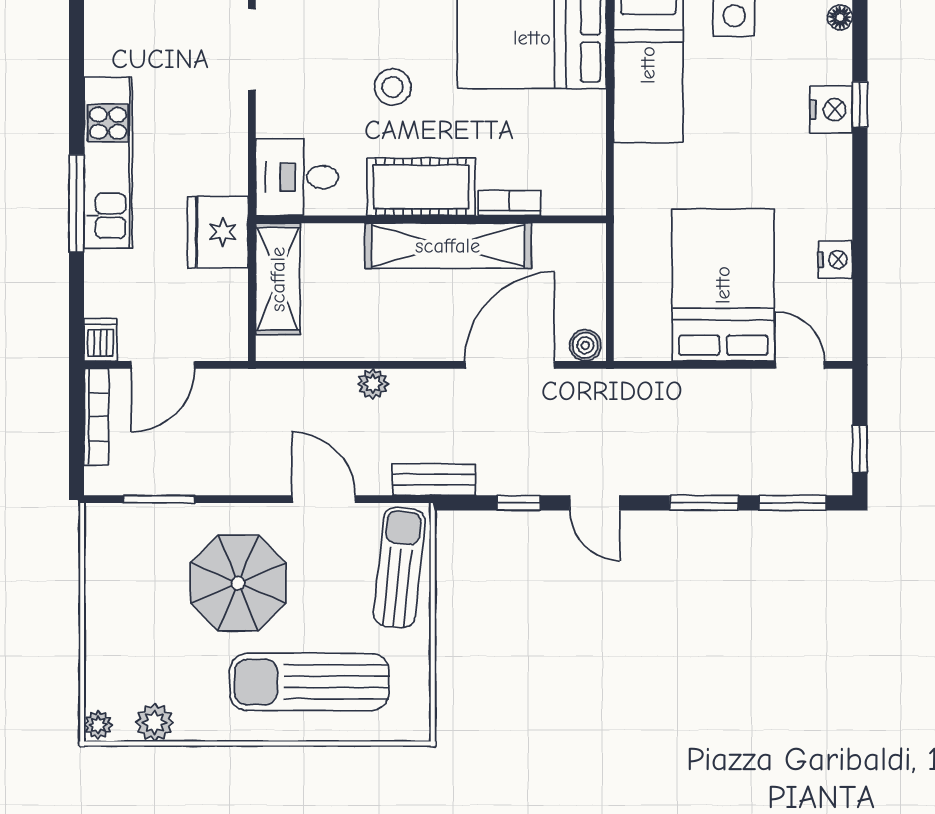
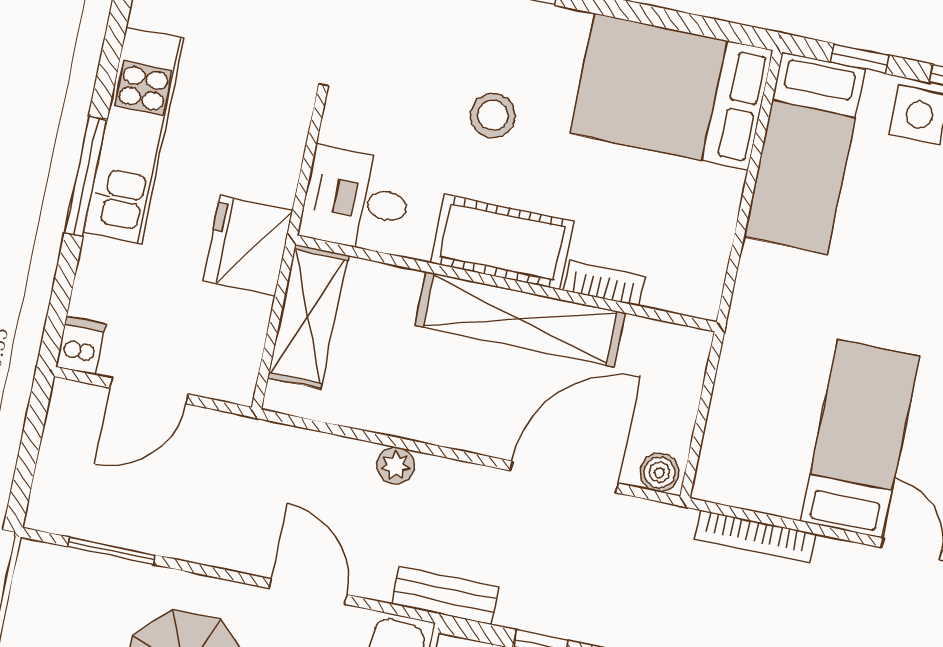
bed: (723, 285) -> (860, 439), width x0.67
bookcase: (96, 417) -> (755, 537), moved, turned 90

